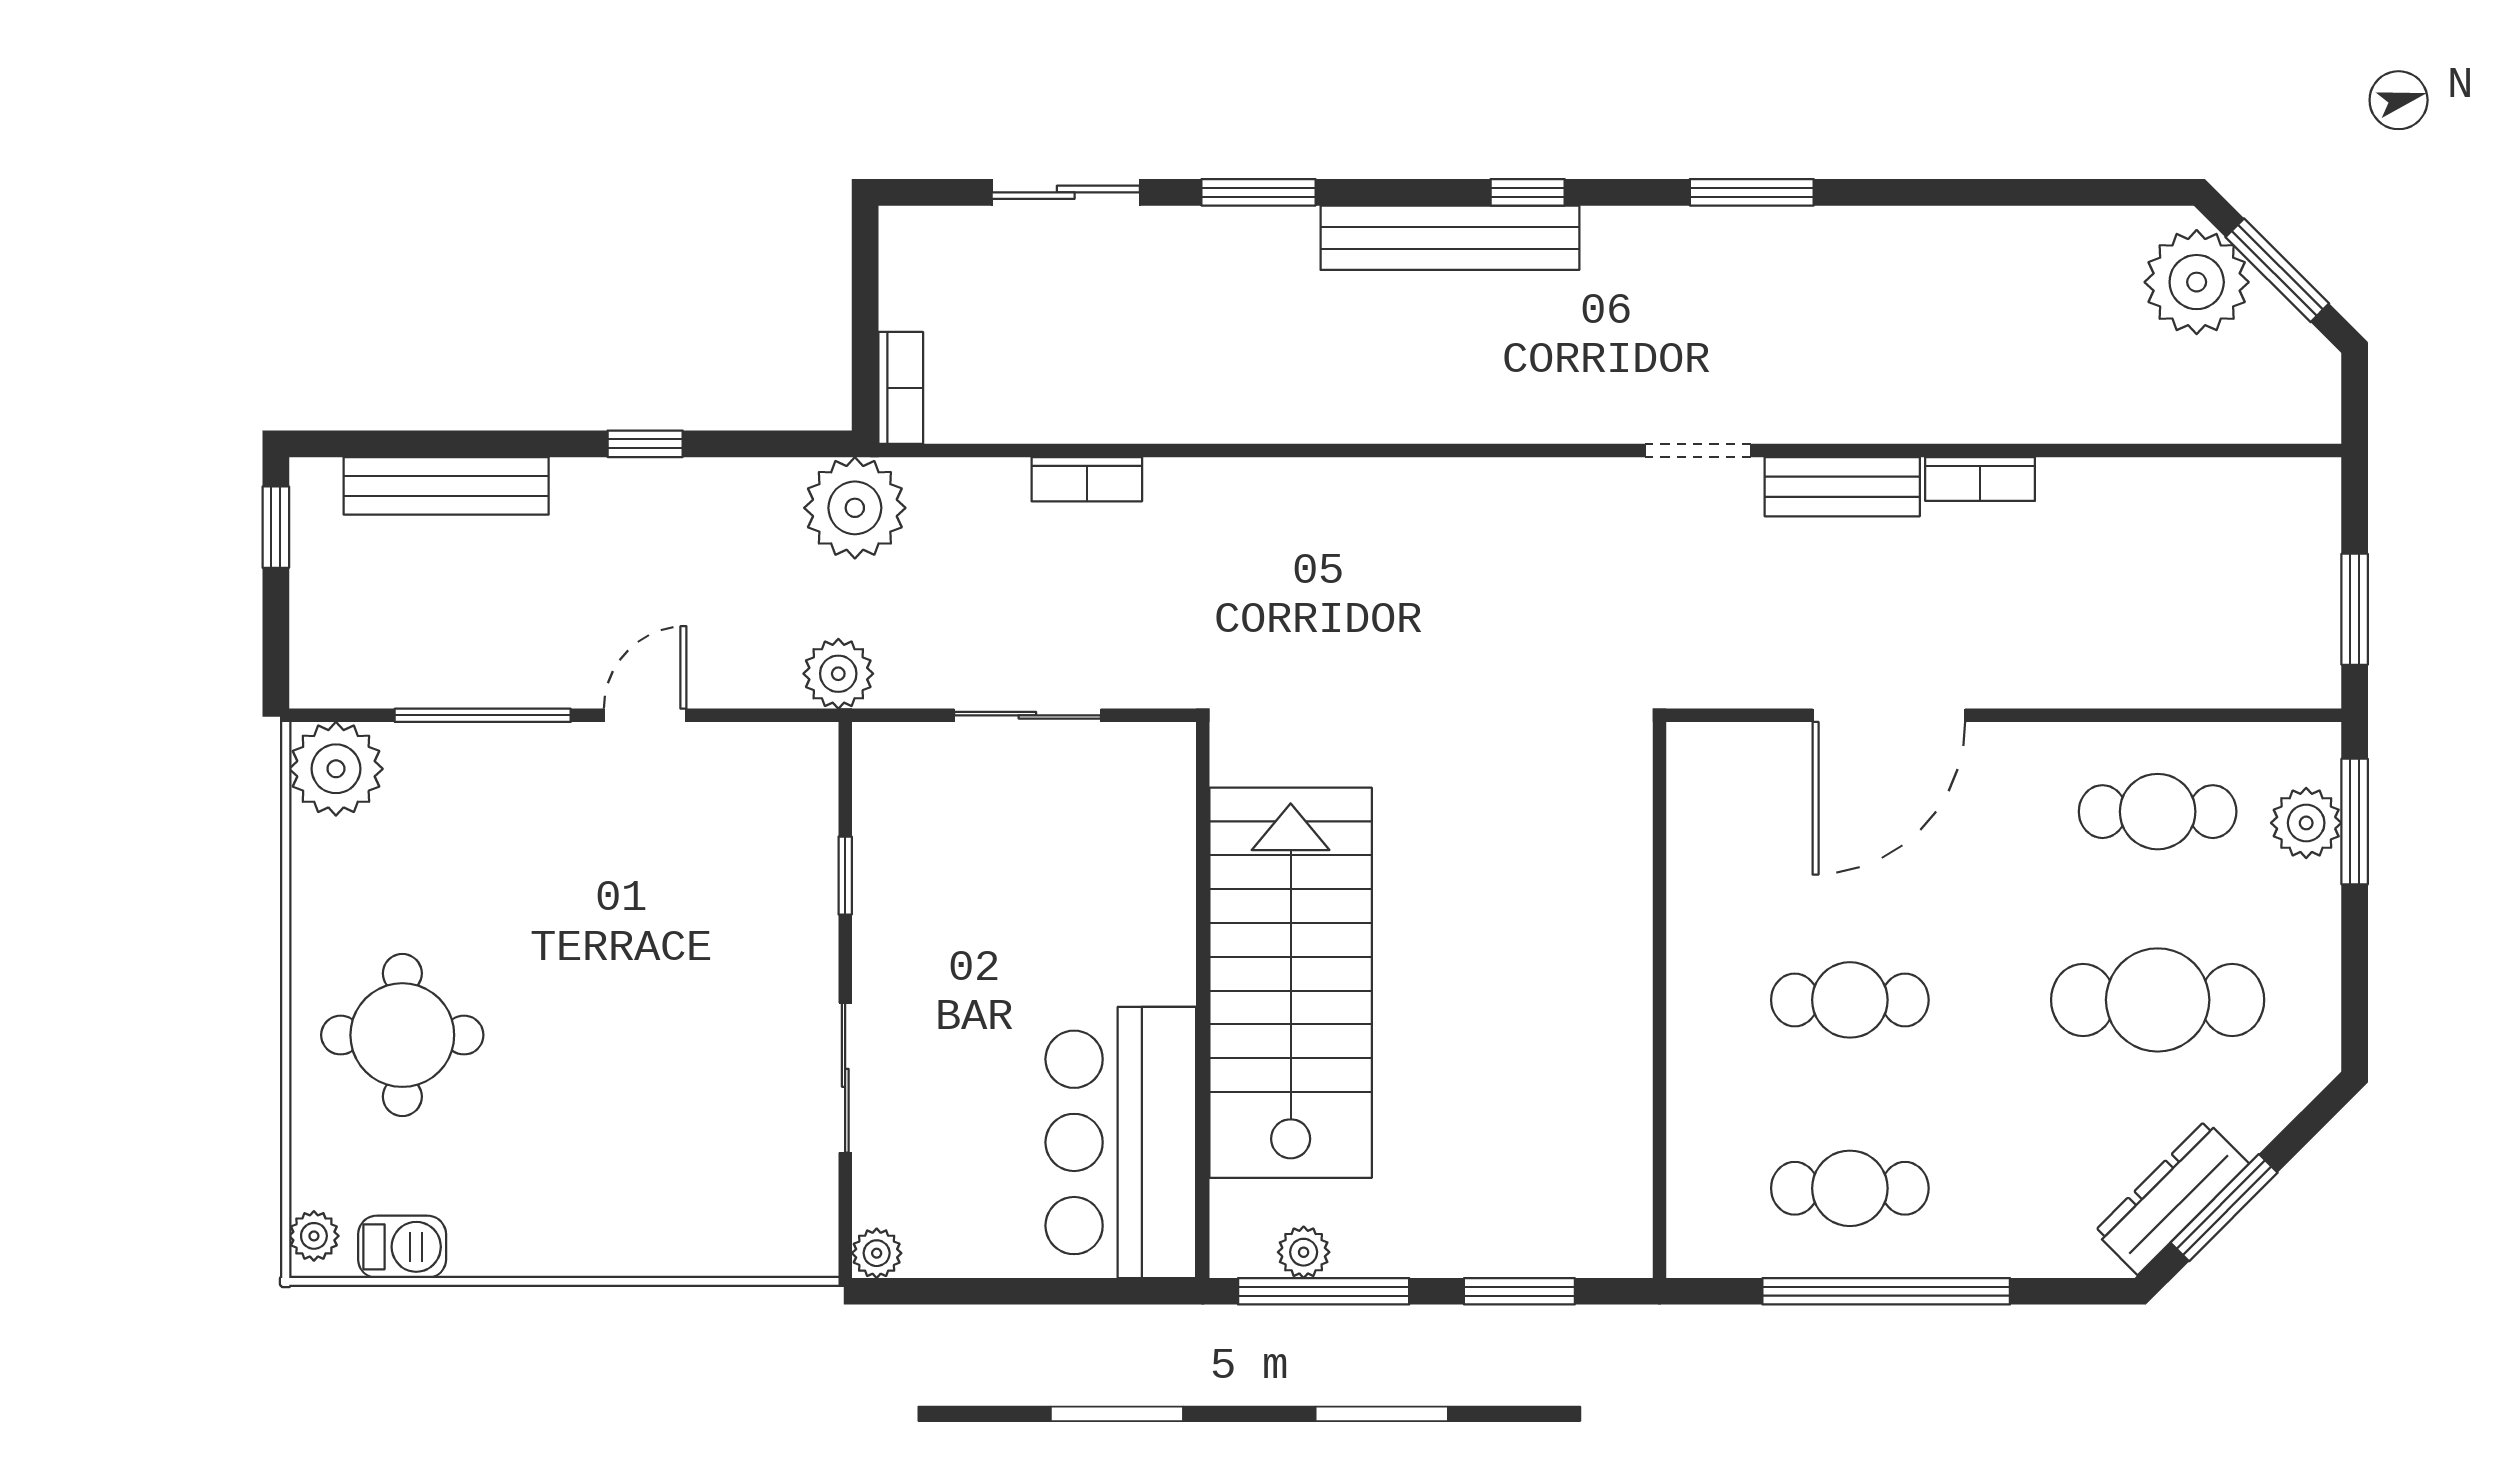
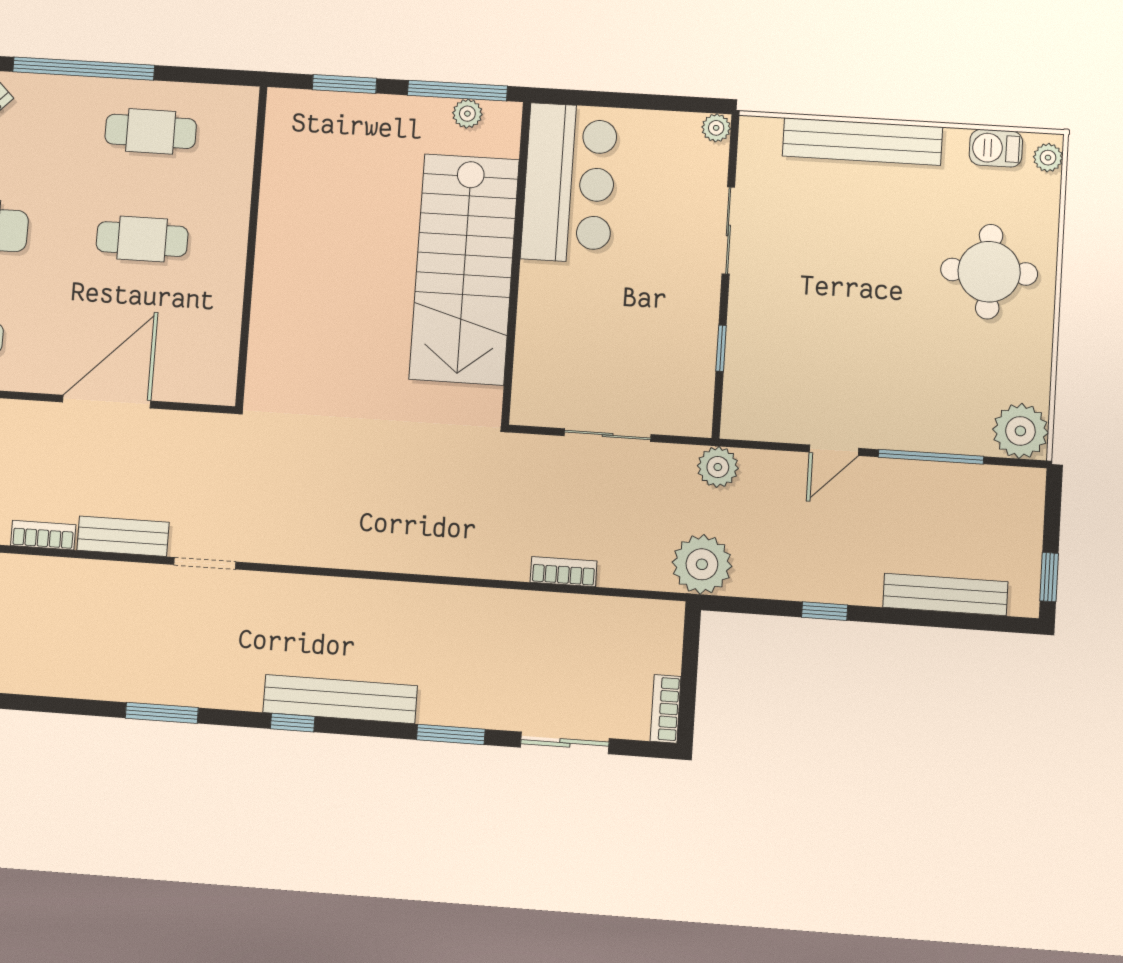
bookcase: (901, 388) -> (666, 709), moved
bench: (627, 1245) -> (862, 141), added
window: (1886, 1291) -> (84, 69), moved

